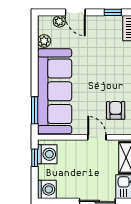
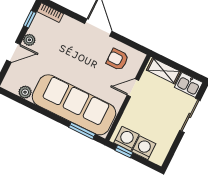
plant: (59, 21) -> (29, 40), moved
washing machine: (47, 189) -> (144, 148), moved

